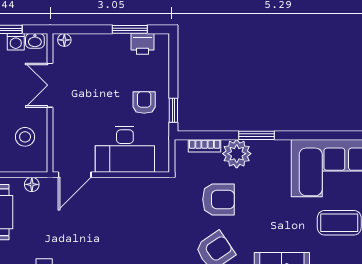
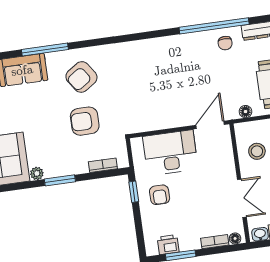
bookcase: (88, 40) -> (215, 242), added
plant: (237, 154) -> (37, 173), moved, width x0.53, depth x0.53

